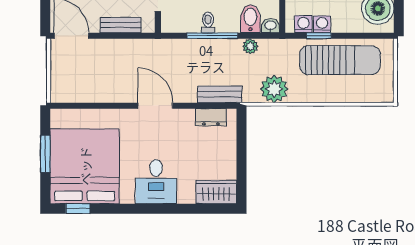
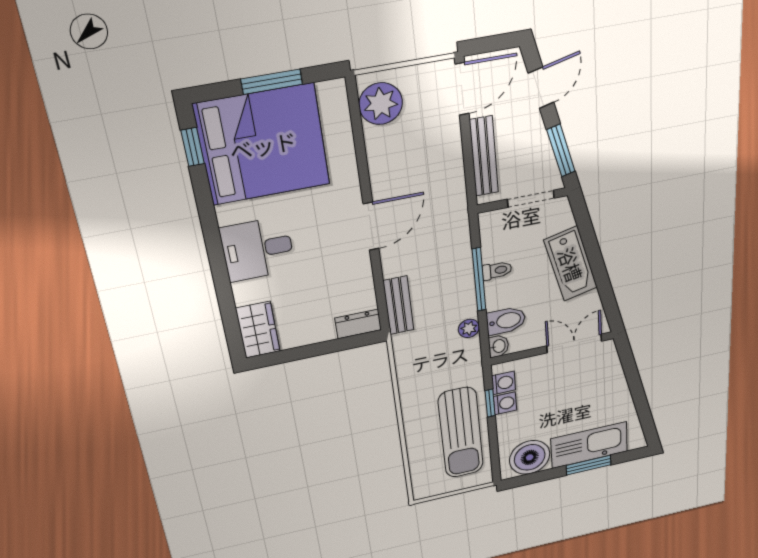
bench: (121, 25) -> (484, 156), width x1.36
plant: (274, 89) -> (381, 104), moved
dresser: (211, 117) -> (358, 324), moved, turned 90

